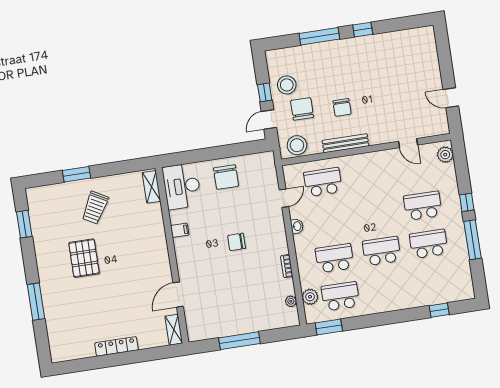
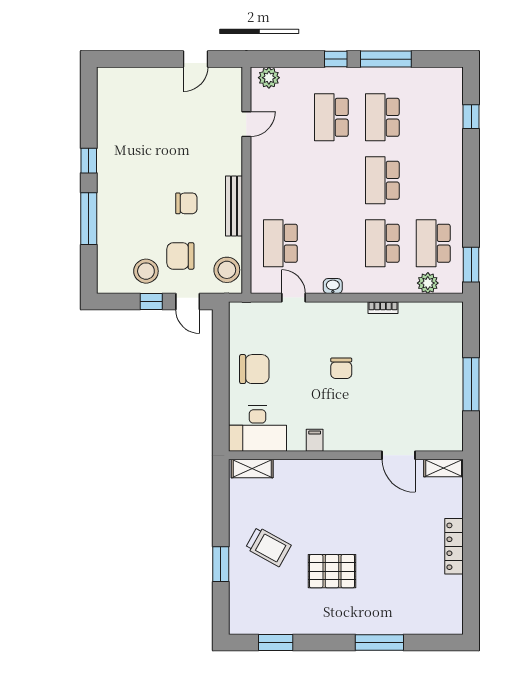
plant: (291, 301) -> (430, 309), removed

